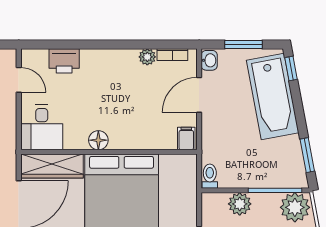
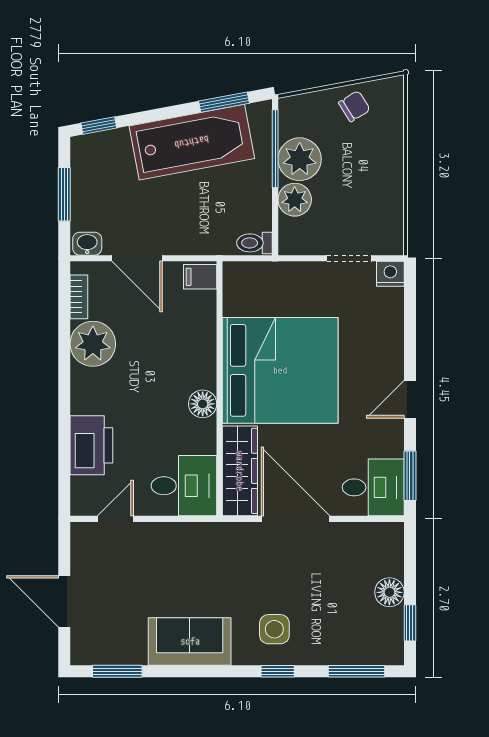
plant: (147, 57) -> (93, 344), width x1.88, depth x1.88
printer: (64, 61) -> (91, 445), width x1.37, depth x1.19
bathtub: (273, 97) -> (192, 142), moved
plant: (295, 207) -> (300, 159), moved

